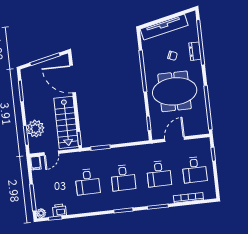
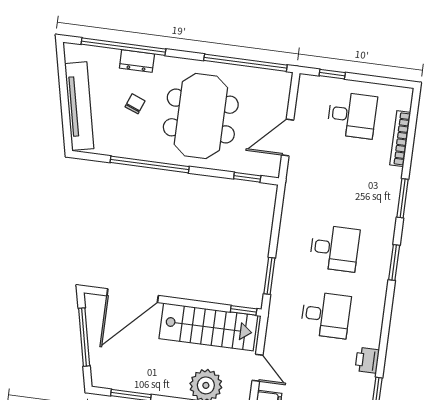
door: (175, 139) -> (288, 138), hinge flipped
desk: (159, 174) -> (343, 182), removed
printer: (59, 210) -> (367, 360), moved

